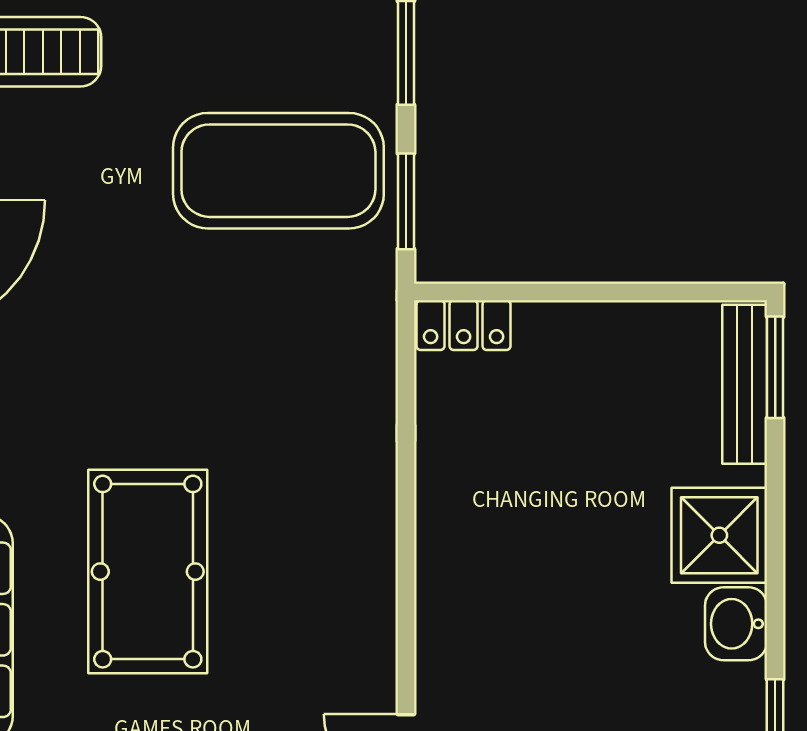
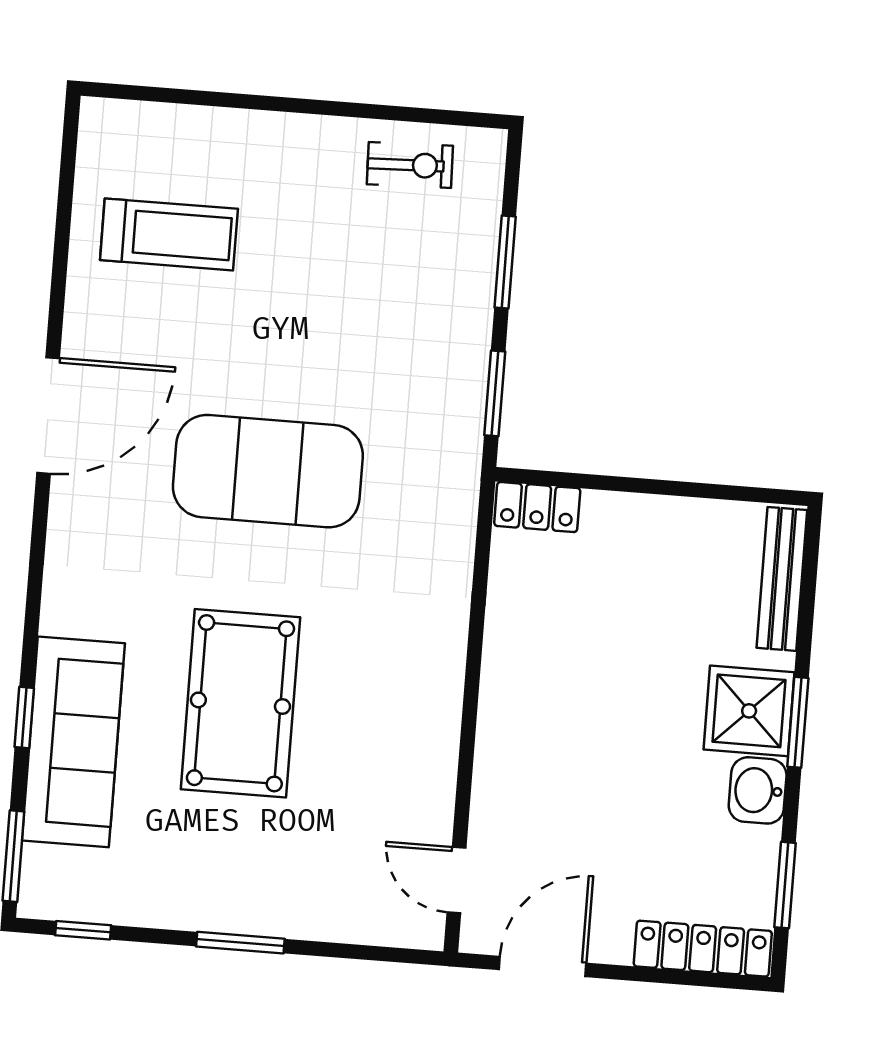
exercise mat: (278, 171) -> (268, 471), moved
window: (775, 367) -> (798, 722), moved

